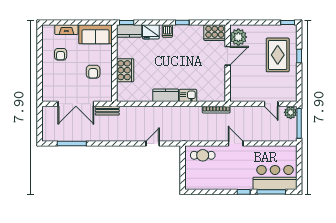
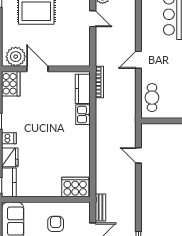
cooker: (125, 70) -> (75, 187), moved
armchair: (93, 72) -> (56, 224), turned -90
kitchen counter: (166, 95) -> (83, 89), moved
door: (271, 104) -> (93, 19), hinge flipped

